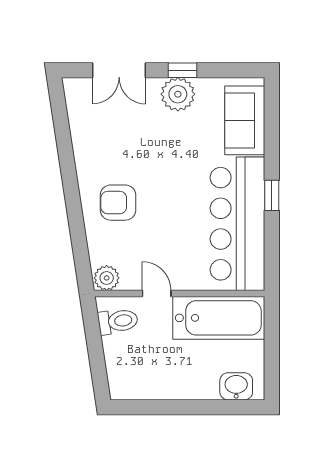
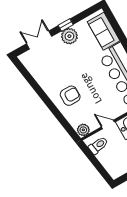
double door: (119, 70) -> (39, 40), swing flipped
armchair: (118, 203) -> (70, 96), turned 180

